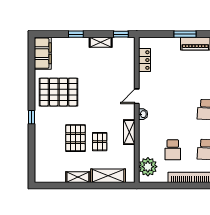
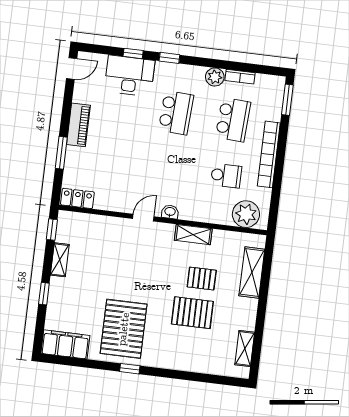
window: (185, 34) -> (61, 153), moved
locker: (144, 60) -> (77, 198), moved
door: (137, 96) -> (143, 218), swing flipped
window: (32, 117) -> (130, 369), moved
shelving: (78, 177) -> (245, 348), moved

